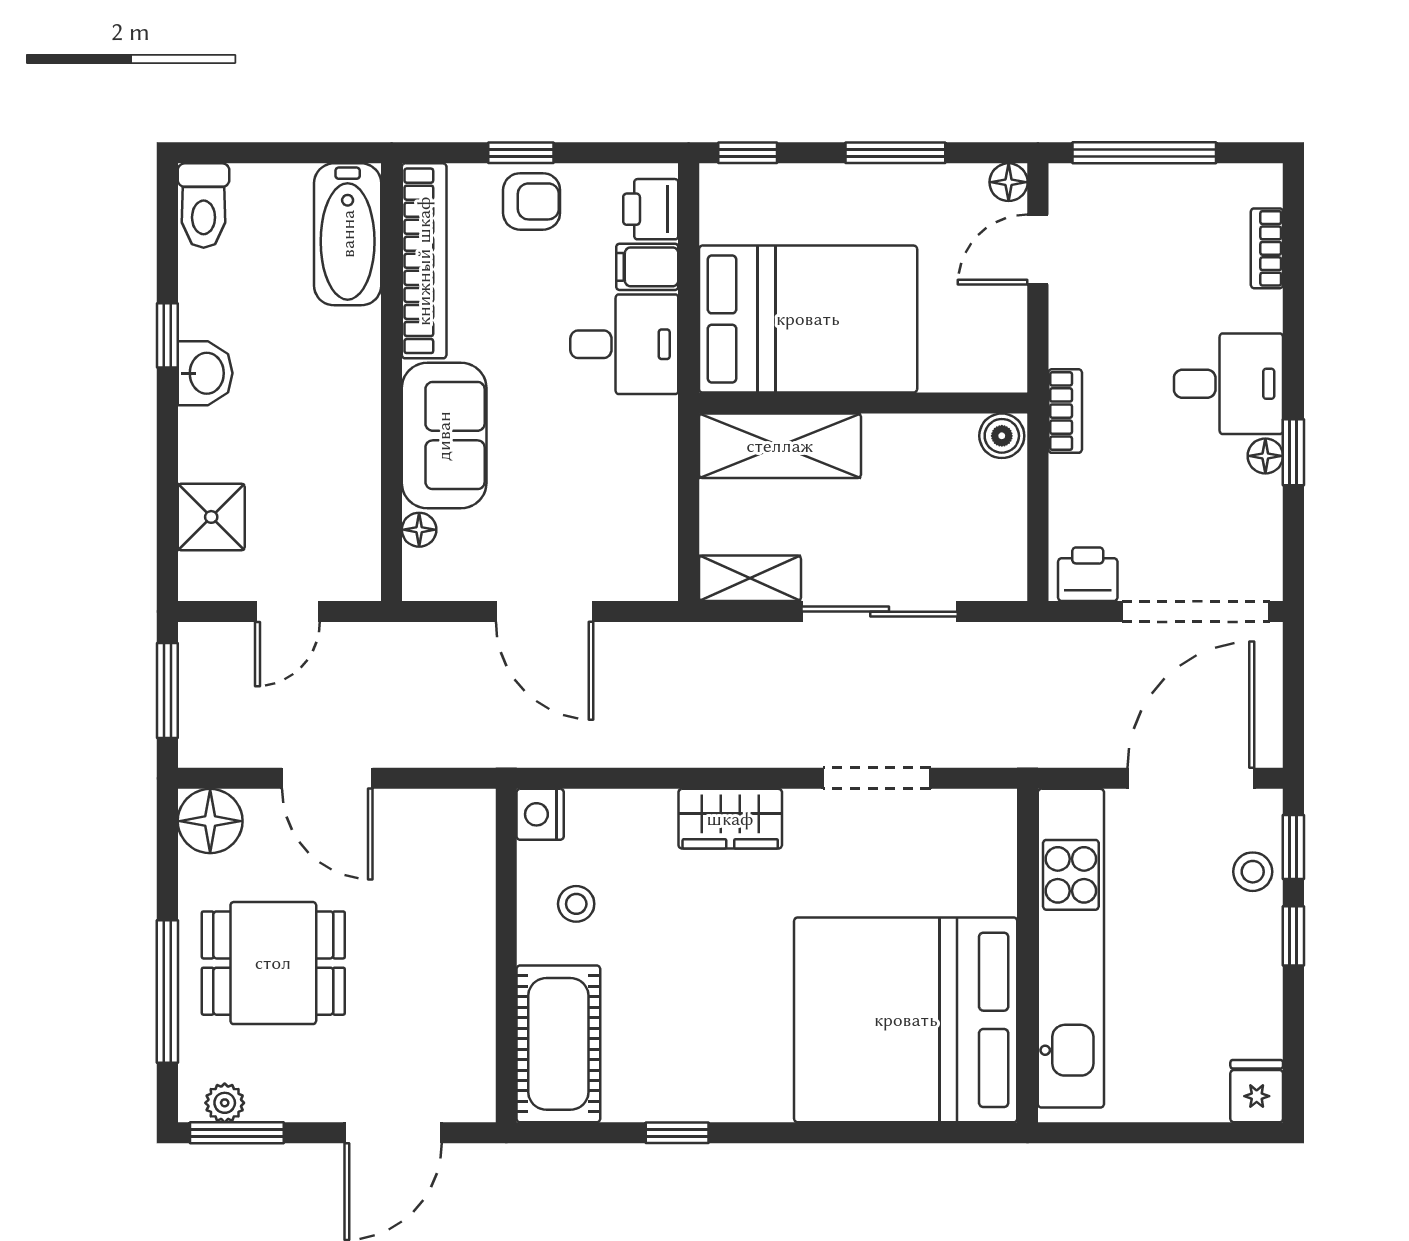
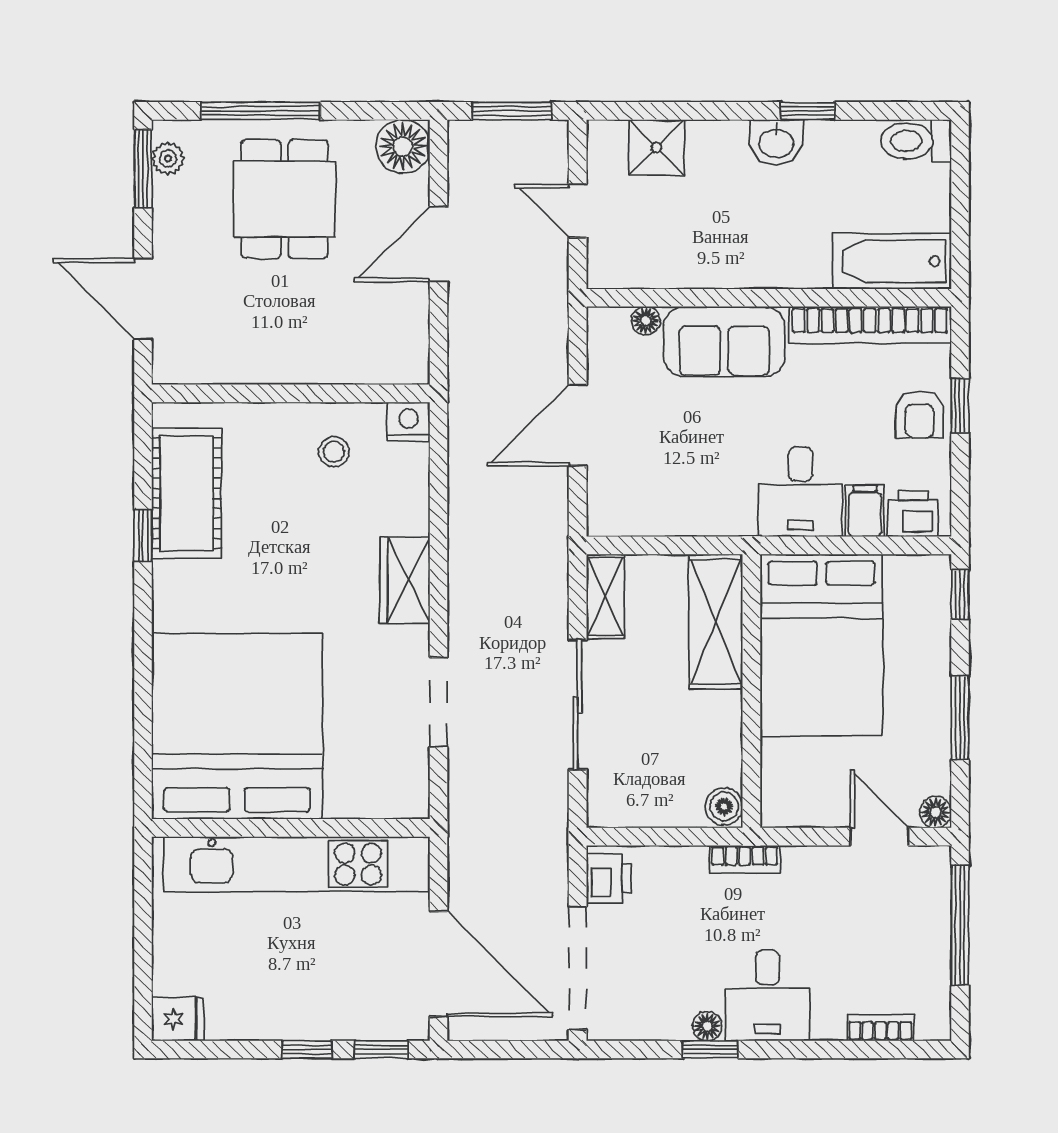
stool: (1253, 872) -> (361, 1016), removed
cot: (558, 1044) -> (186, 493), moved, turned 90

